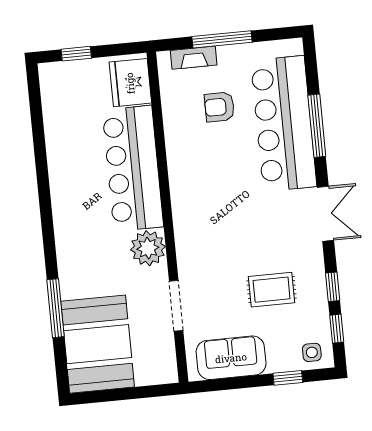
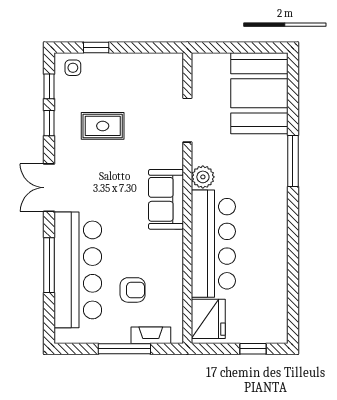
plant: (148, 248) -> (203, 177), width x0.73, depth x0.73
window: (56, 308) -> (293, 161), moved
sofa: (231, 358) -> (166, 199), moved, turned 90

